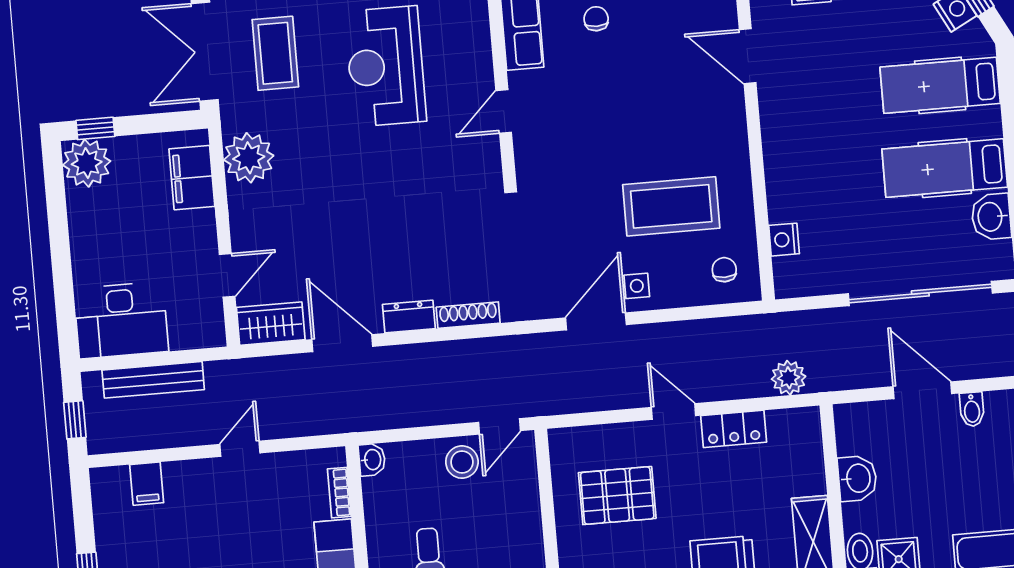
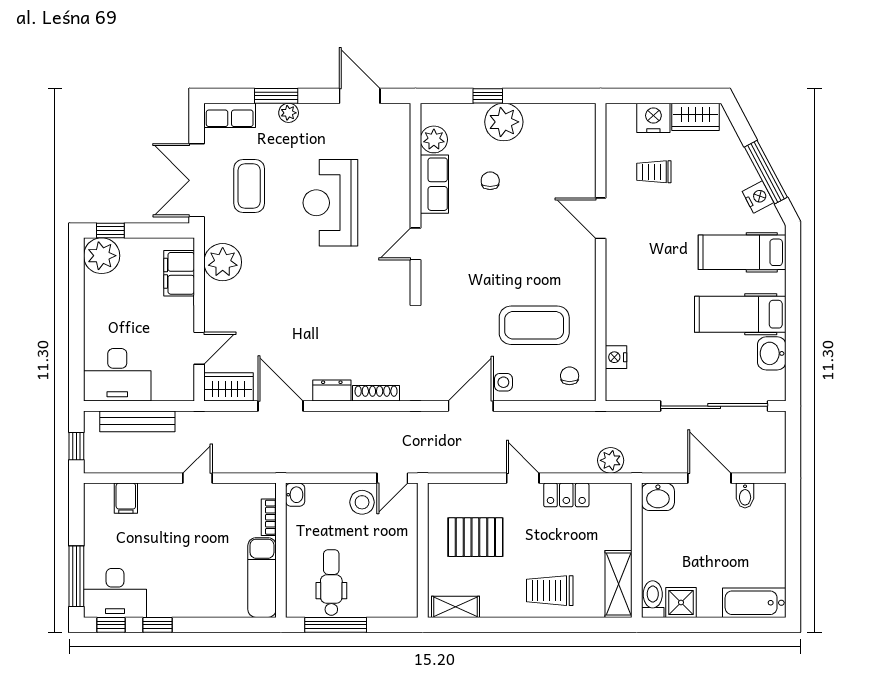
washbasin: (857, 478) -> (658, 497), moved, turned 90

